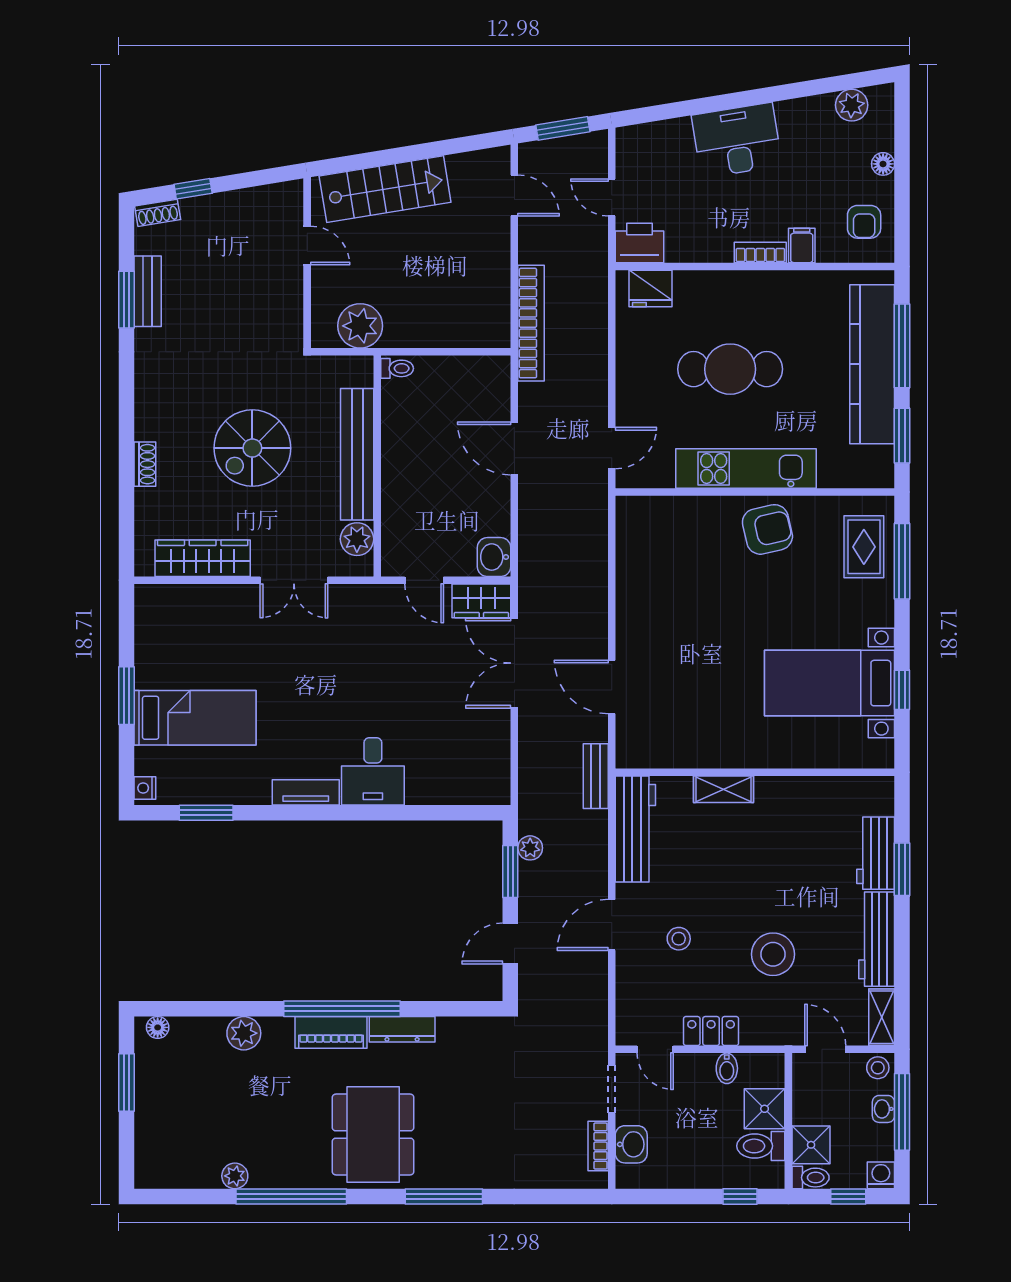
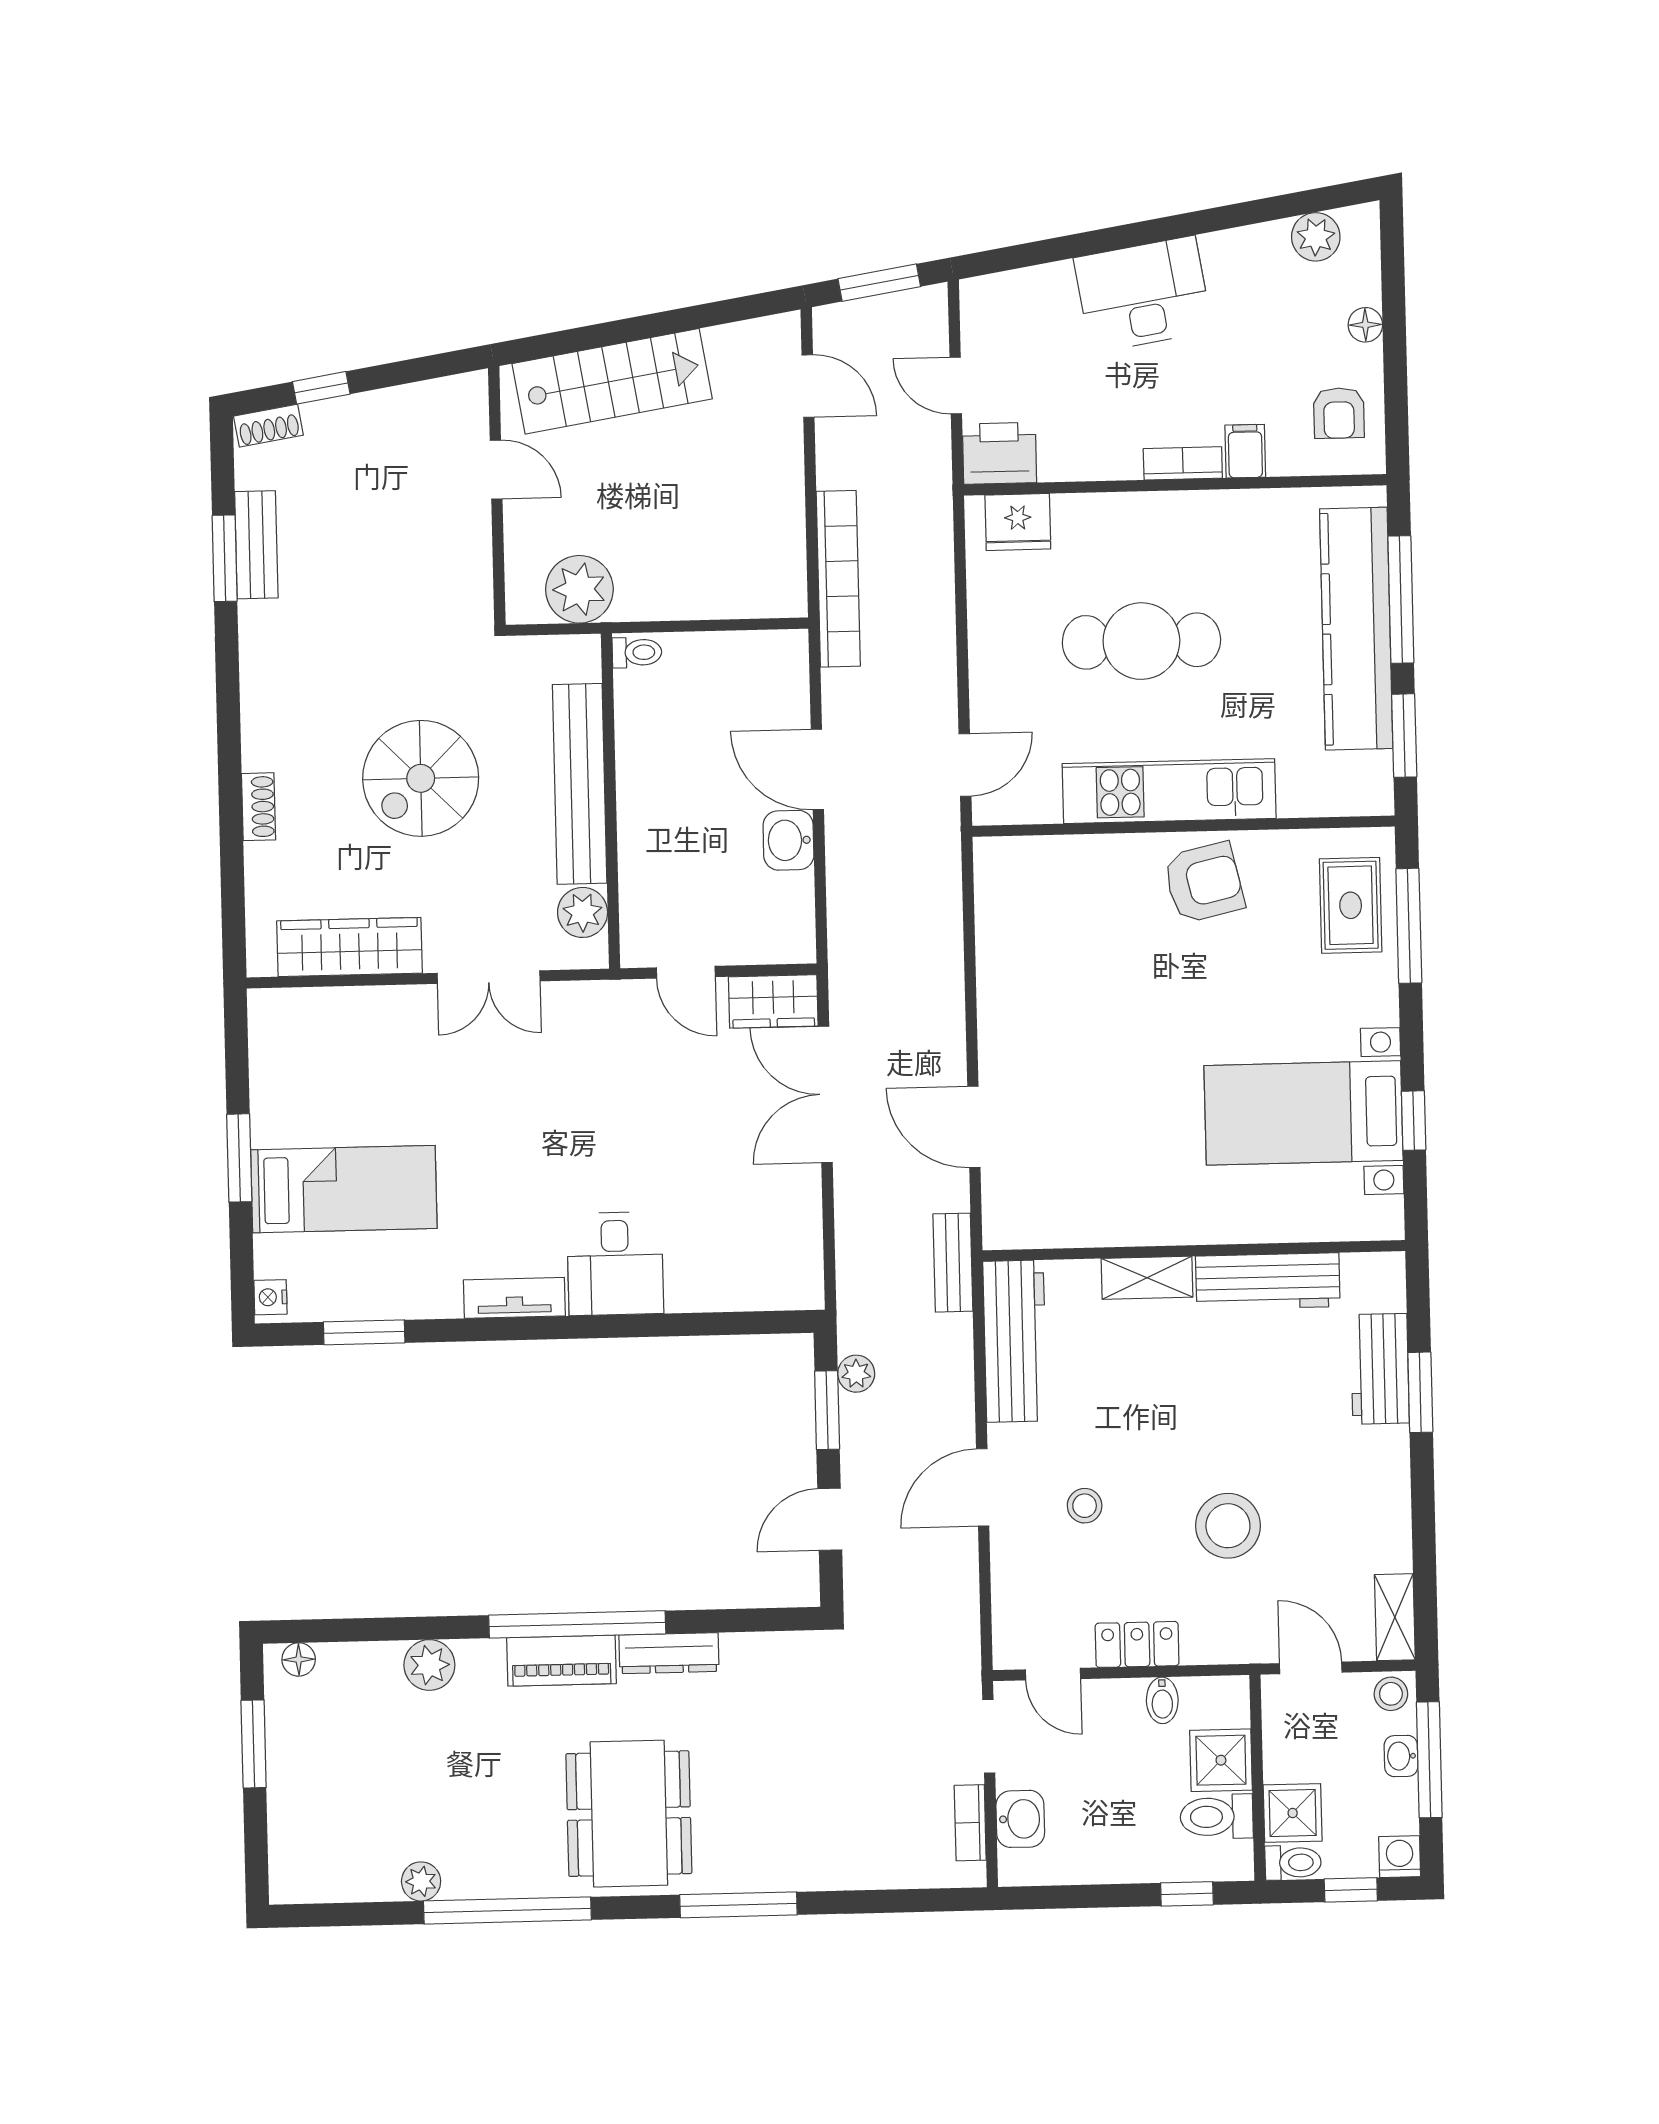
washbasin: (494, 557) -> (788, 840), moved
workbench: (877, 939) -> (1268, 1281), moved, turned -90

